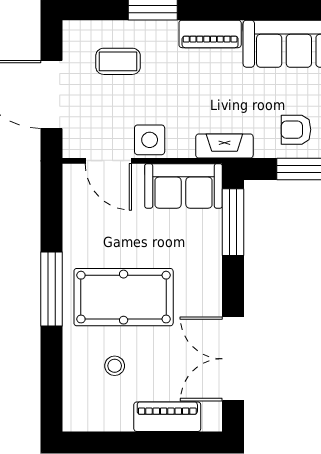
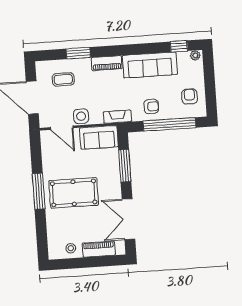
armchair: (296, 130) -> (151, 106), turned 180
window: (233, 222) -> (125, 166), moved
stool: (115, 366) -> (71, 248), moved

